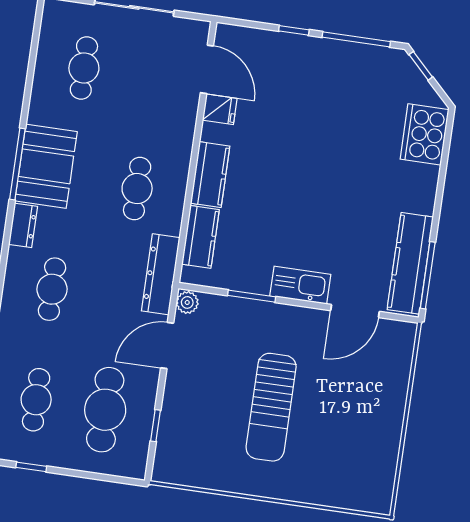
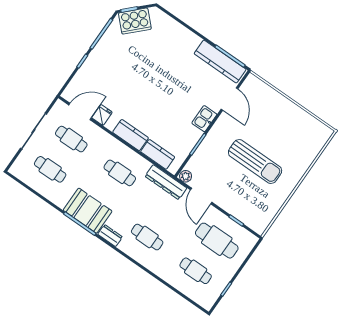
cafe table: (153, 78) -> (71, 139), added
cooker: (424, 134) -> (135, 21), moved, turned -45
kitchen sink: (300, 285) -> (204, 119), width x0.73

